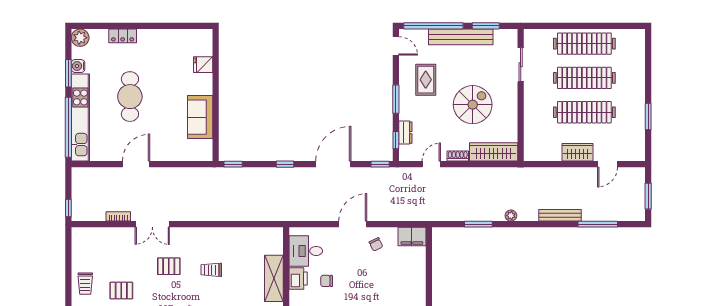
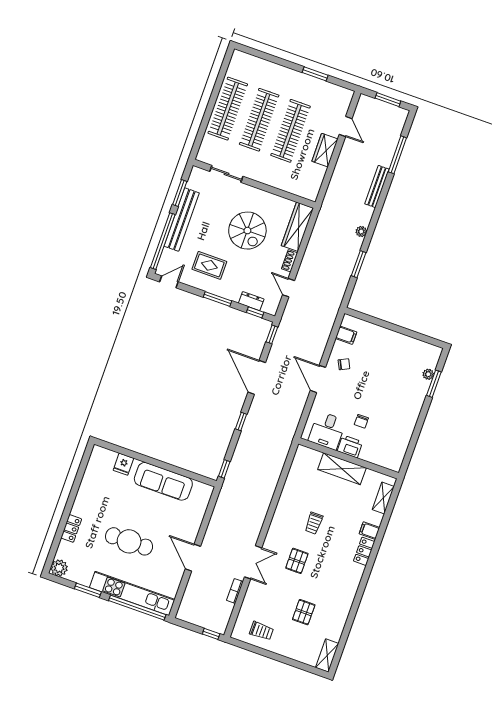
water cooler: (78, 66) -> (84, 579), removed
spiral stairs: (473, 105) -> (247, 231), turned 180
sofa: (200, 117) -> (163, 481), width x1.36
filing cabinet: (412, 237) -> (346, 335), width x0.50
trolley: (85, 284) -> (261, 631), moved

